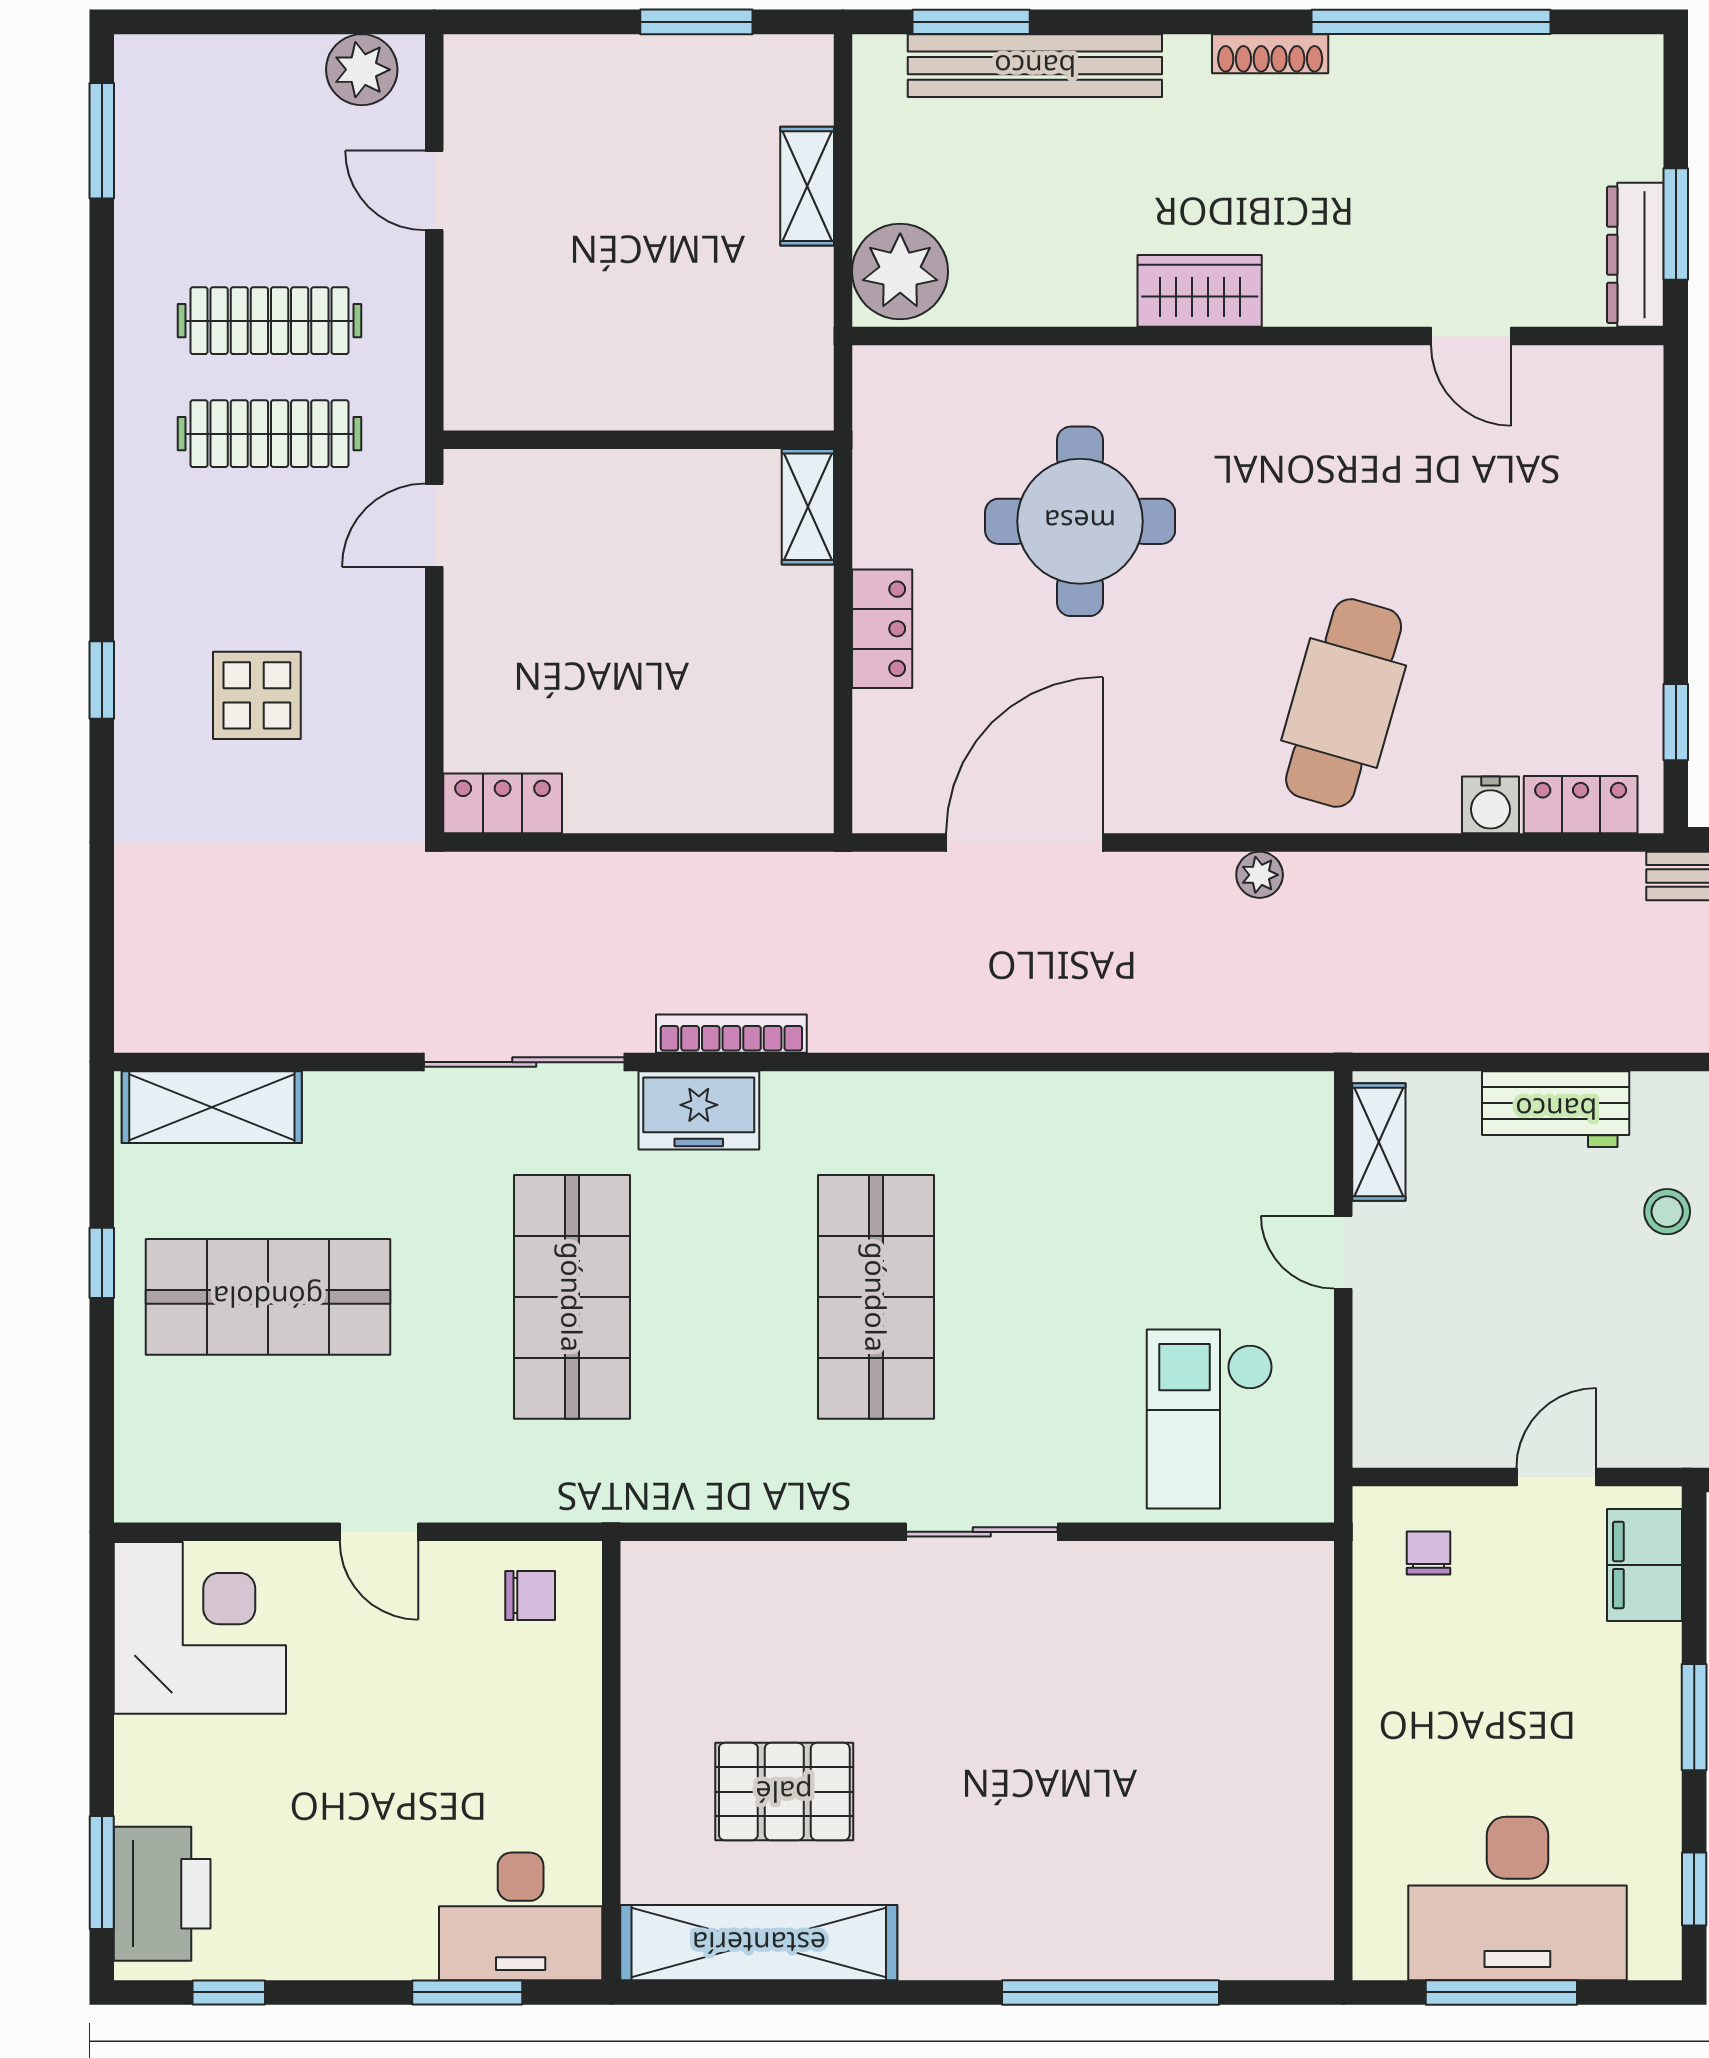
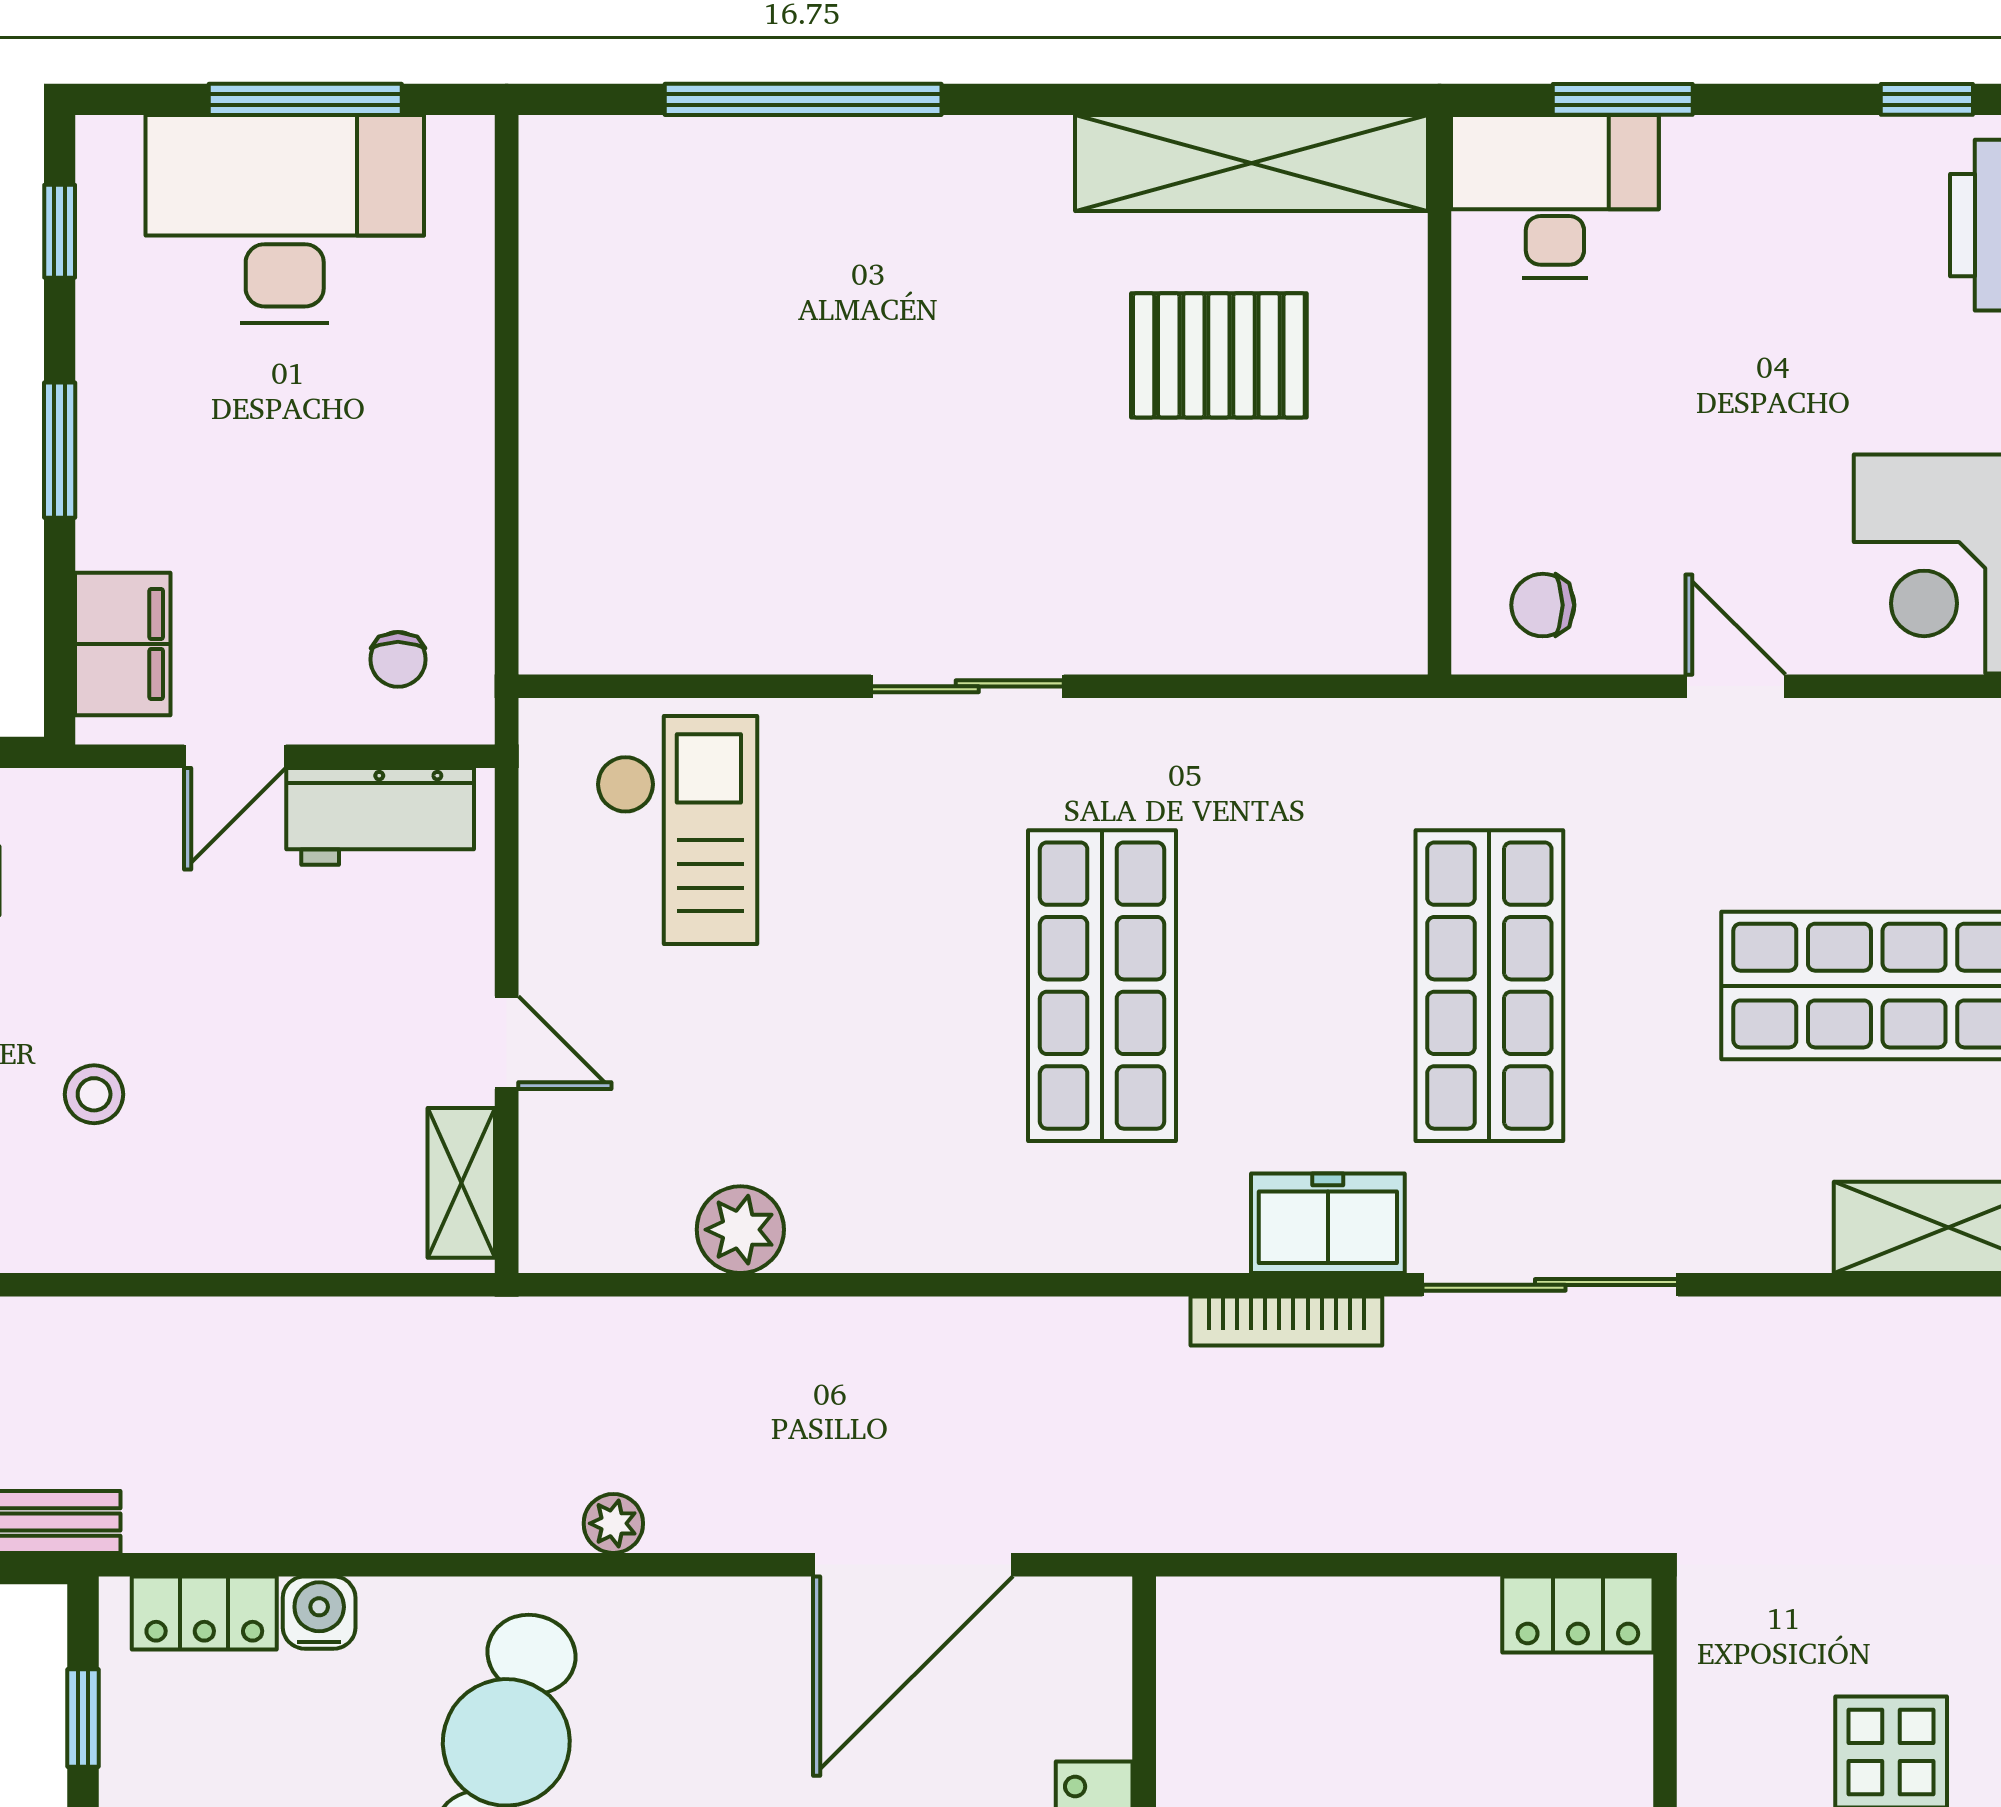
plant: (1160, 1105) -> (740, 1230), added
workbench: (1556, 1109) -> (380, 816), moved, turned 180

